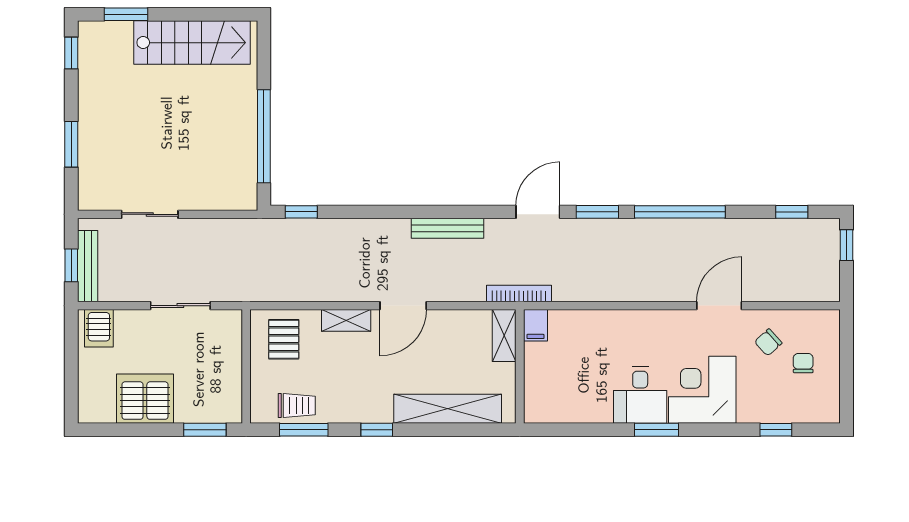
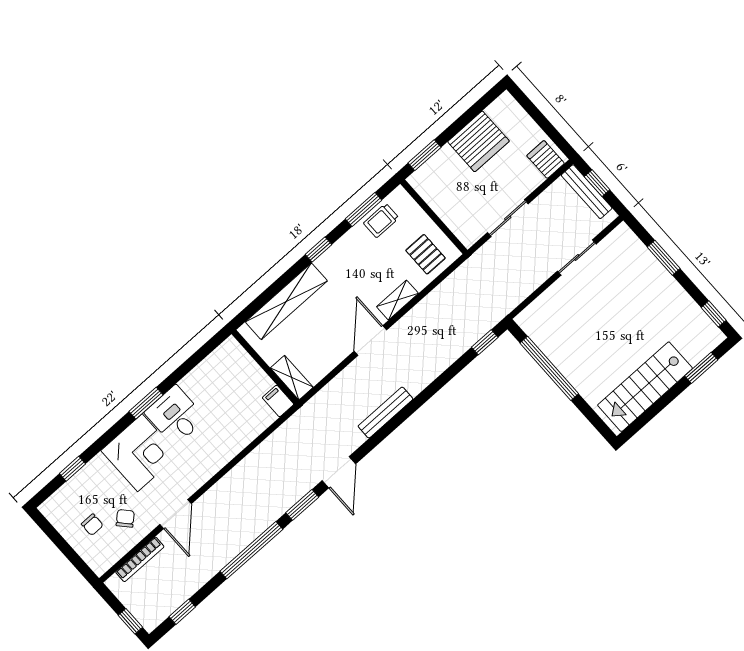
bookcase: (519, 294) -> (140, 559), moved

